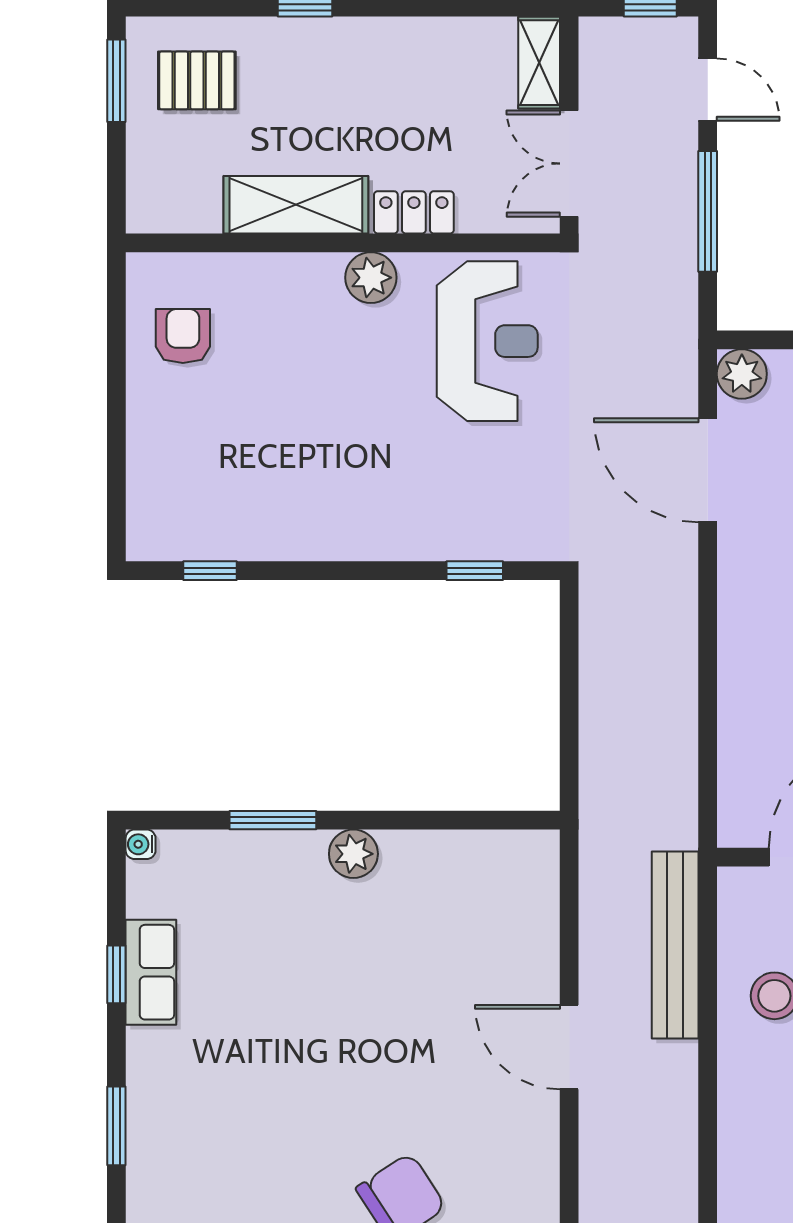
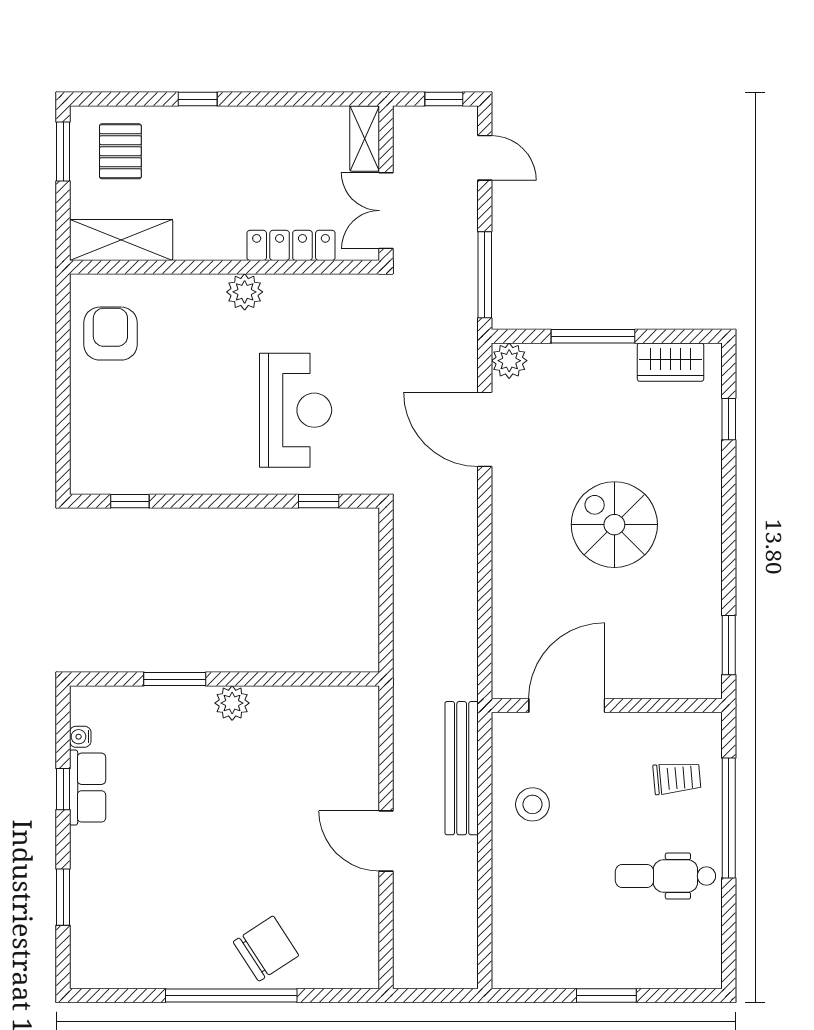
pallet: (197, 80) -> (120, 151), turned 90
shelving: (296, 205) -> (121, 240), moved
window: (708, 211) -> (485, 275), moved
locker: (414, 212) -> (291, 245), width x1.53
armchair: (183, 336) -> (110, 334), width x1.38, depth x1.38
reception desk: (487, 341) -> (296, 410), moved
water cooler: (141, 844) -> (80, 737), moved

